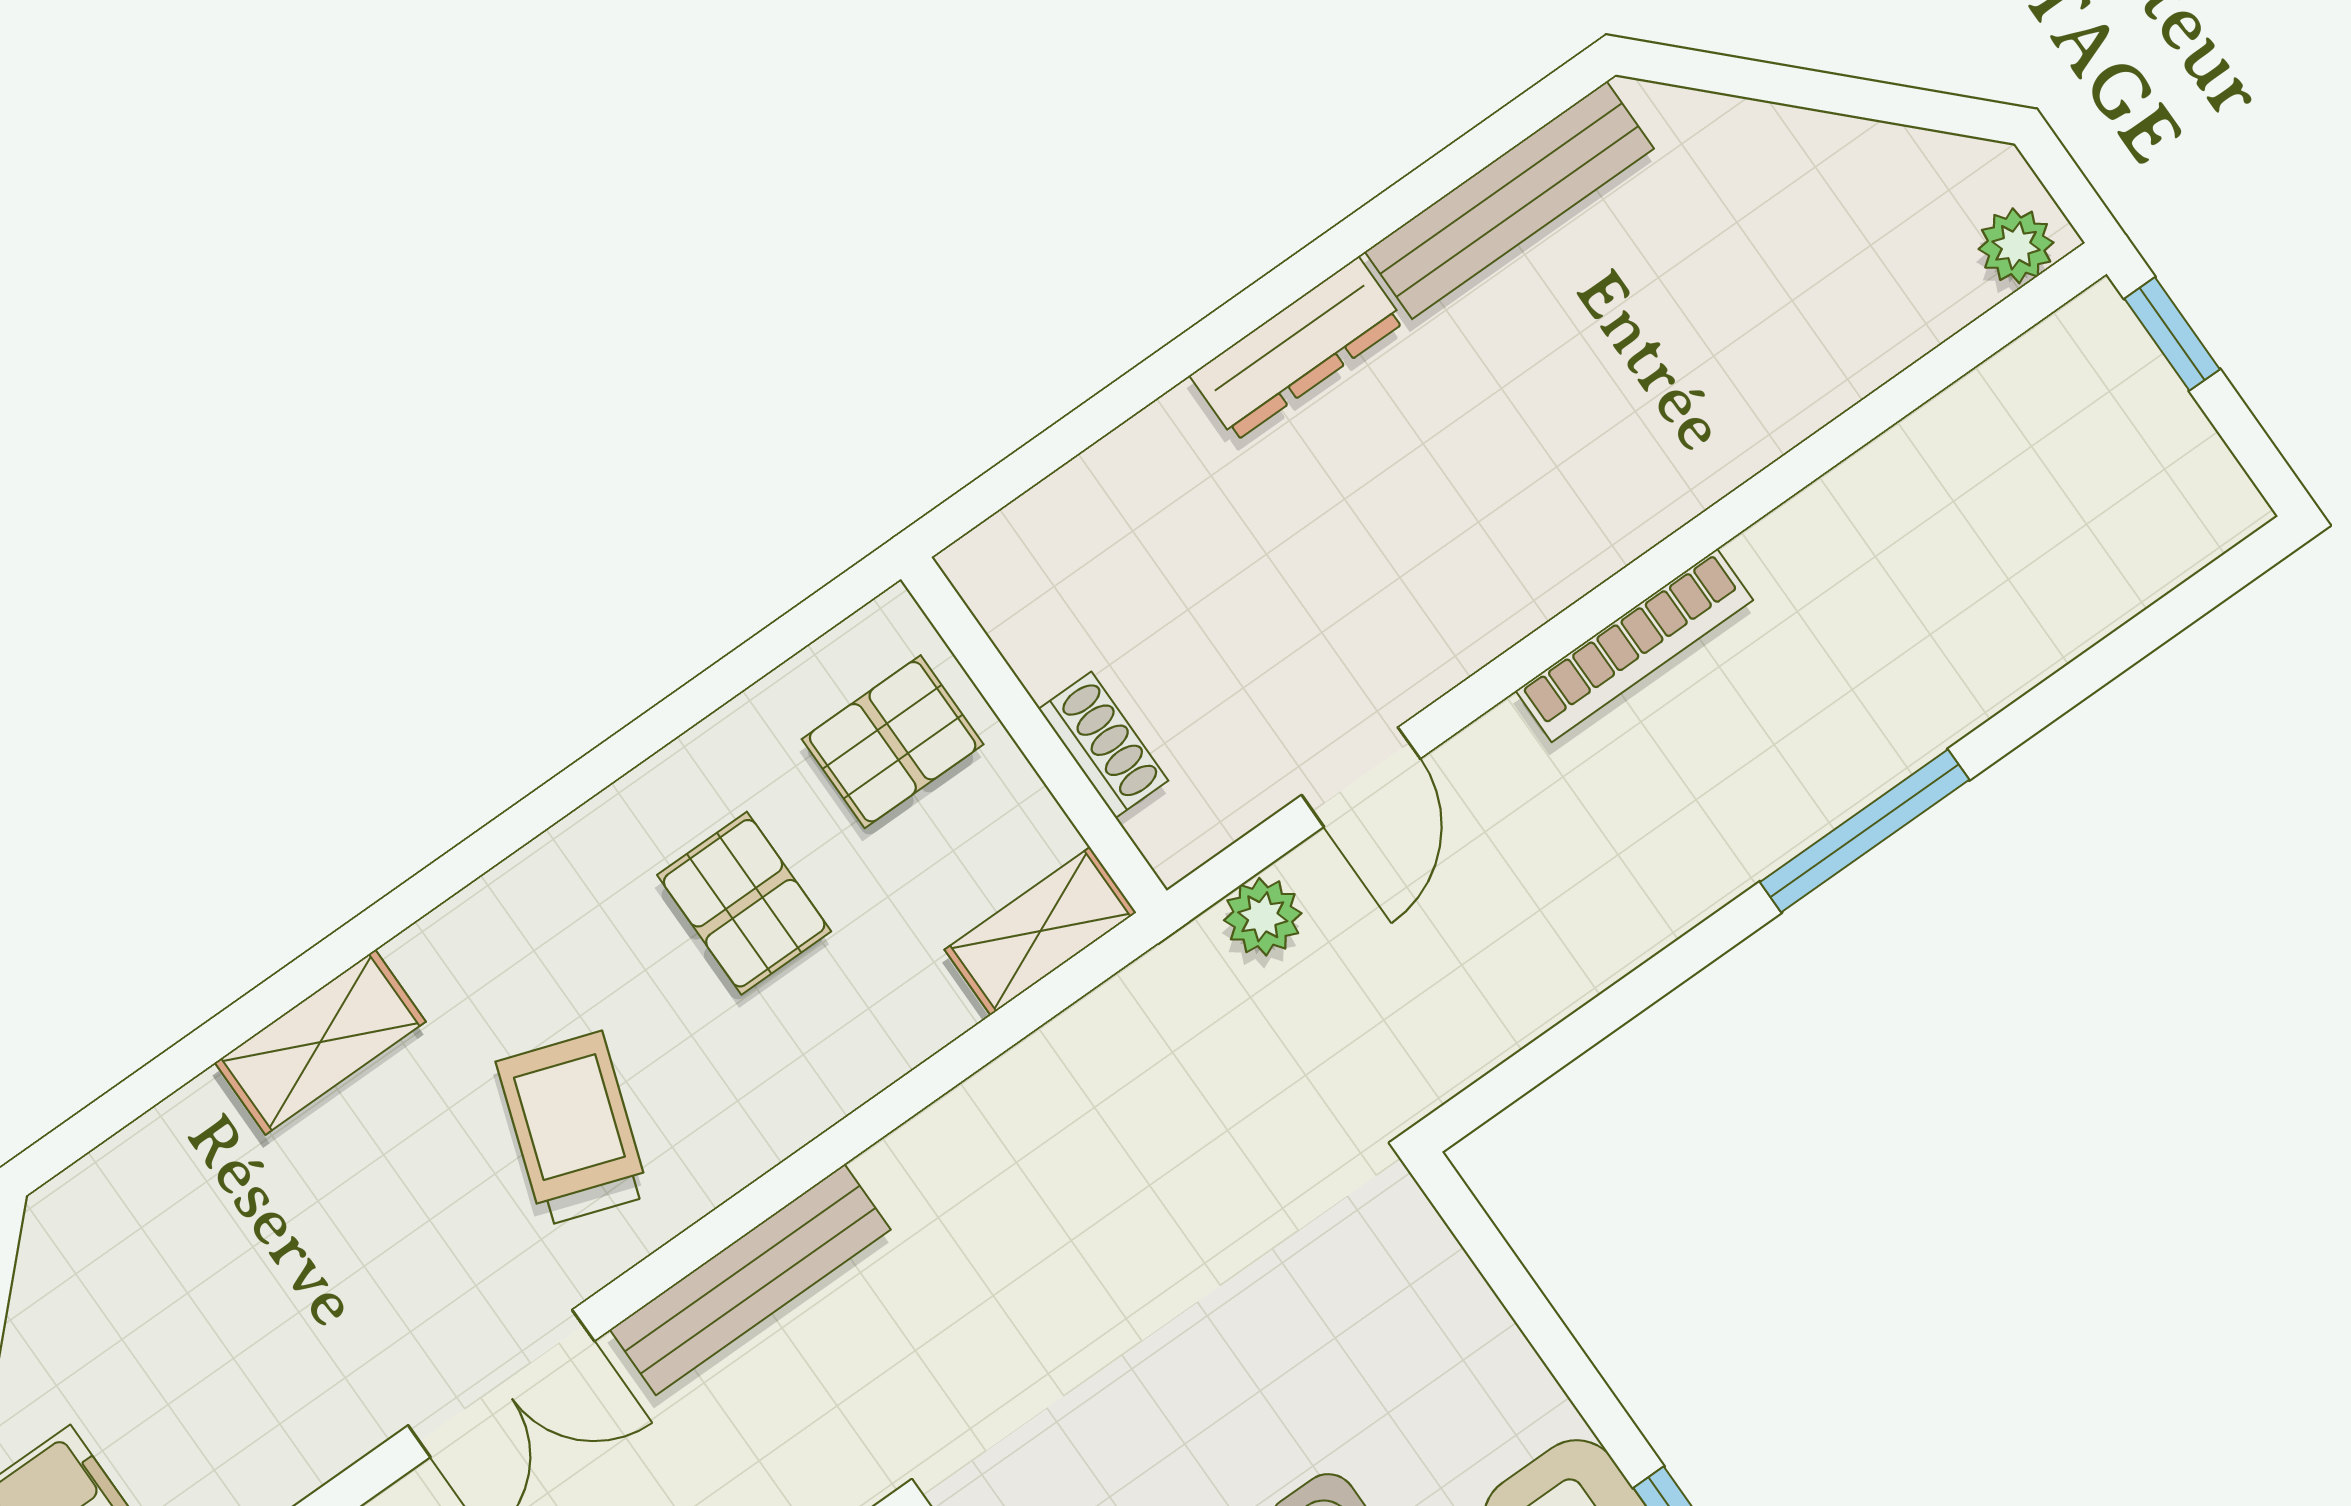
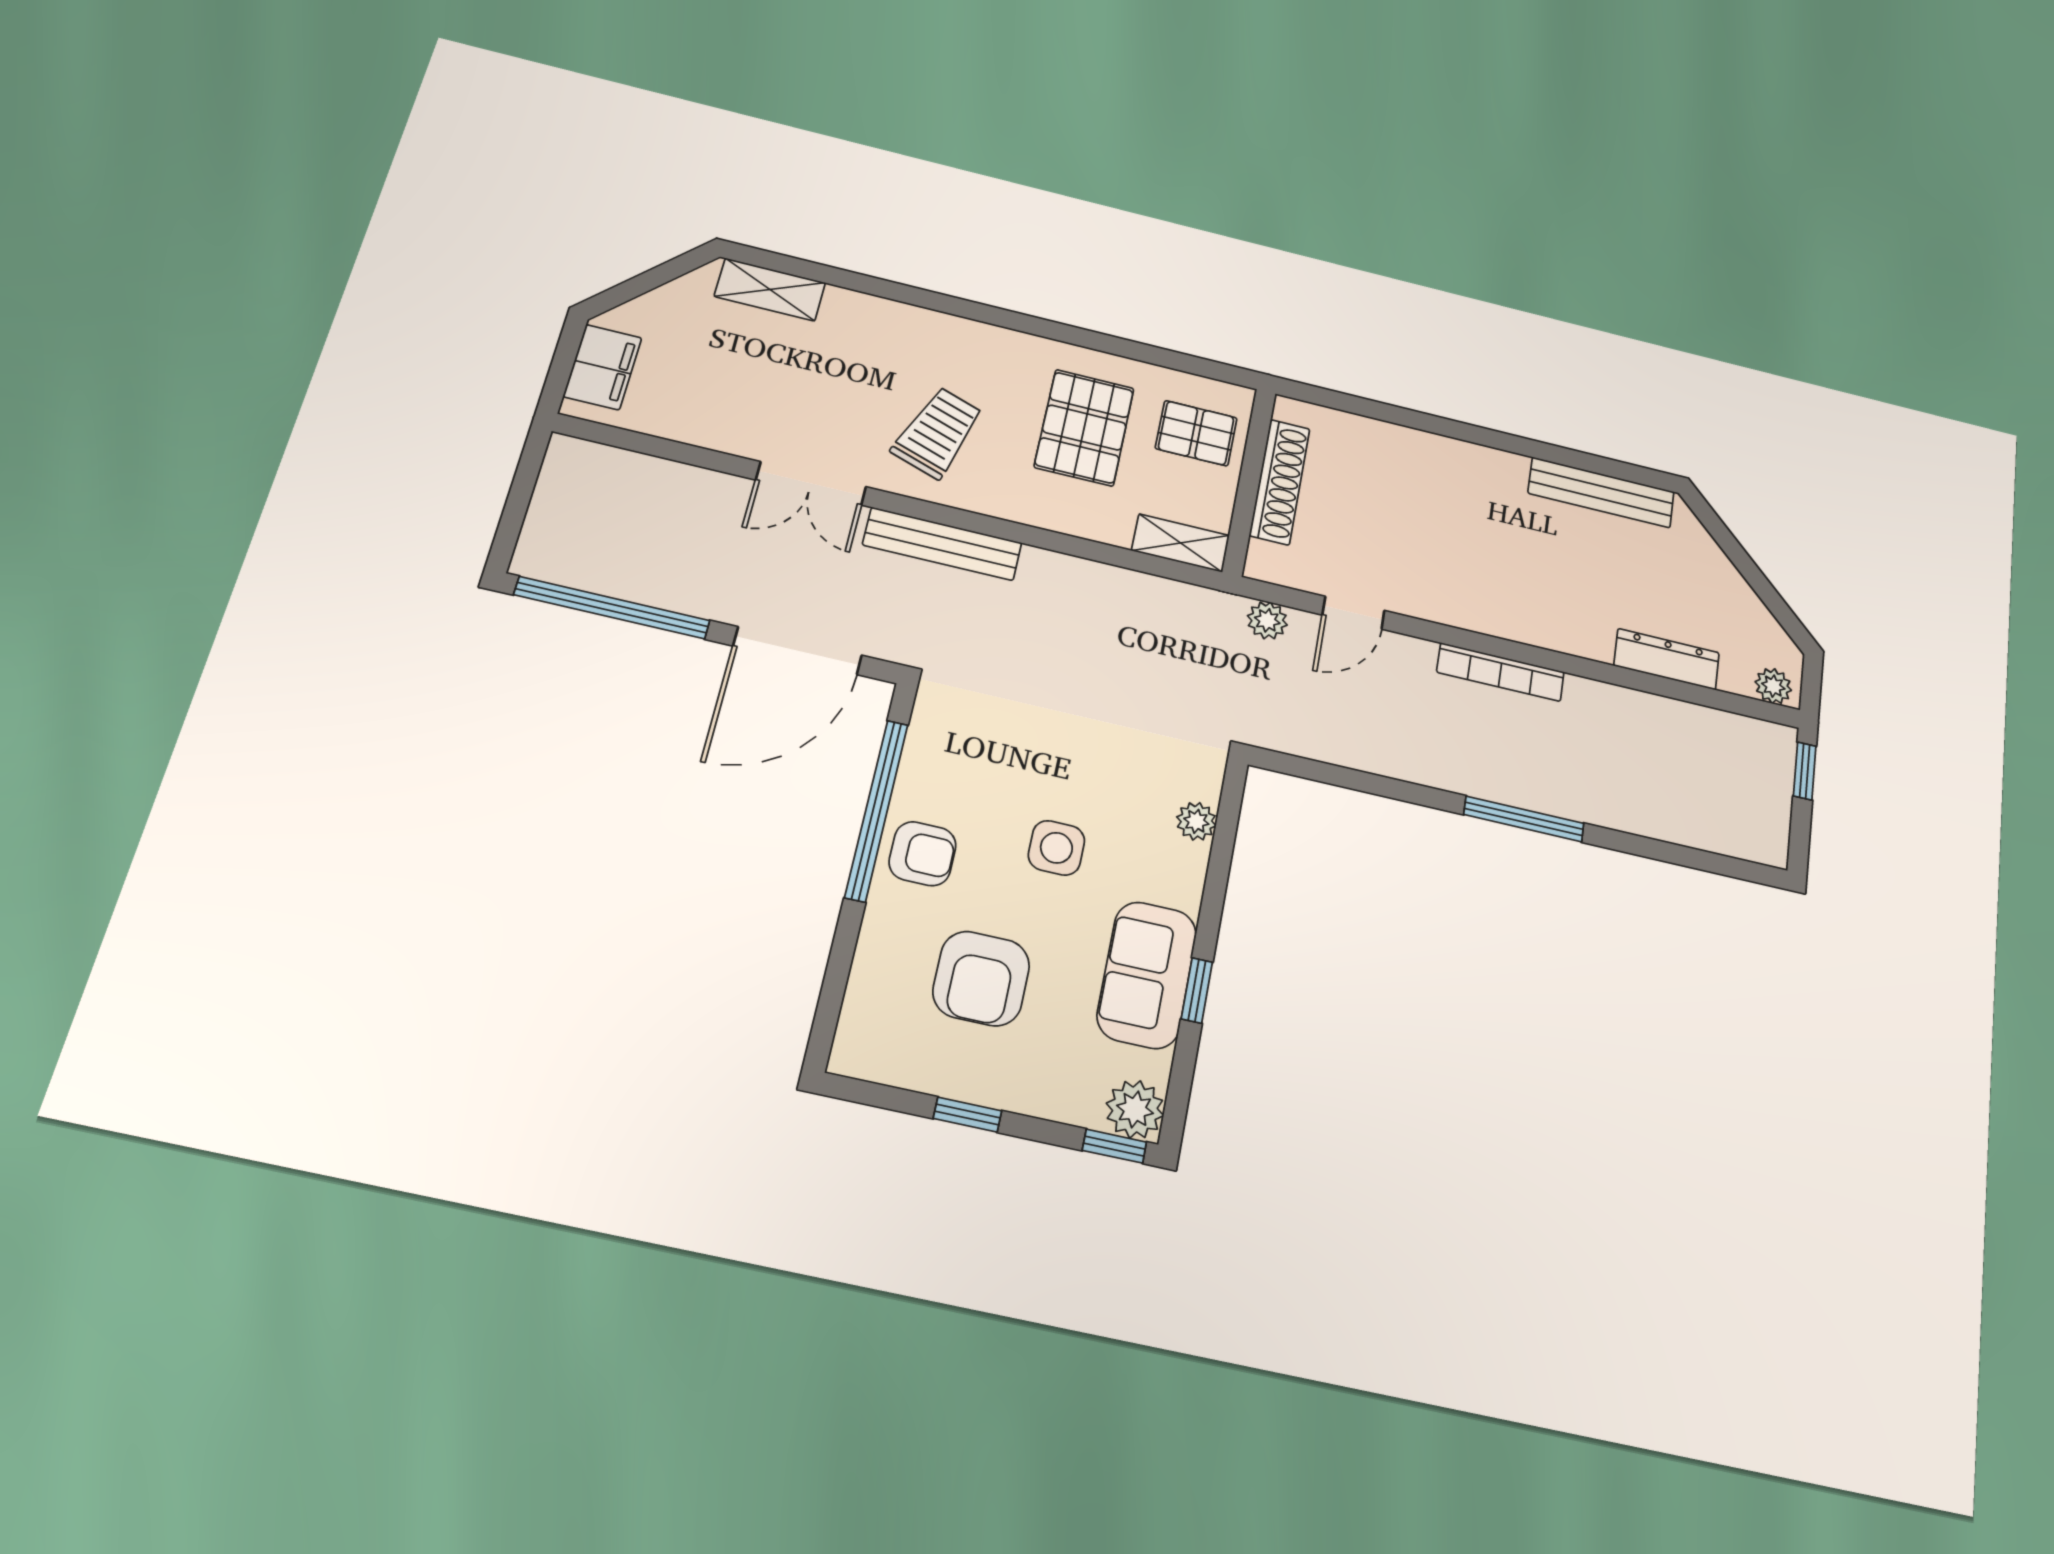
dresser: (1297, 349) -> (1667, 659), moved, turned 180
shoe rack: (1103, 745) -> (1280, 482), width x1.94, depth x1.24
pallet: (744, 903) -> (1084, 428), width x1.50, depth x1.42
shelving: (320, 1042) -> (770, 290), moved
plant: (1457, 1302) -> (1196, 821), added

